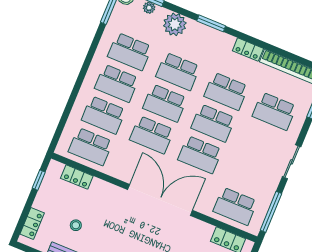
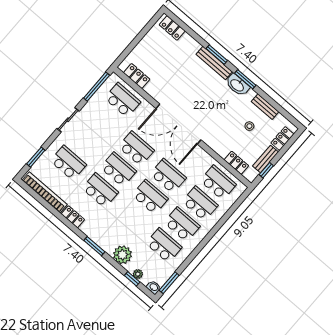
school desk: (178, 71) -> (132, 218), removed
bench: (44, 193) -> (266, 159), added

